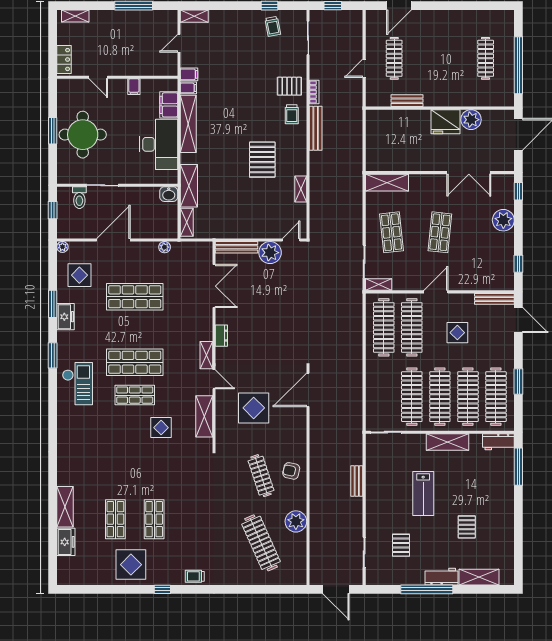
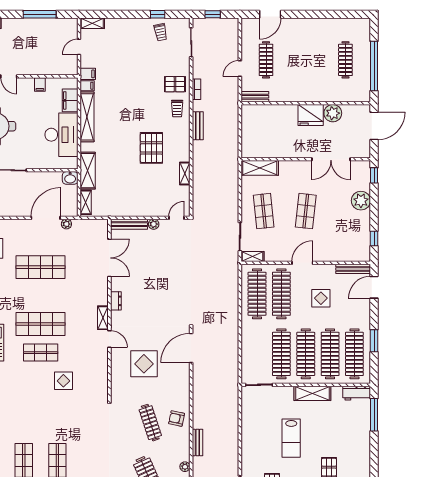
bench: (407, 101) -> (255, 97), moved
bench: (316, 128) -> (198, 126), width x0.73
door: (113, 240) -> (46, 218), moved
plant: (270, 253) -> (154, 224), width x0.53, depth x0.53
door: (518, 320) -> (374, 287), swing flipped
shelving: (204, 416) -> (101, 371), removed
bench: (357, 481) -> (197, 442), moved
plant: (296, 521) -> (185, 467), width x0.53, depth x0.53

